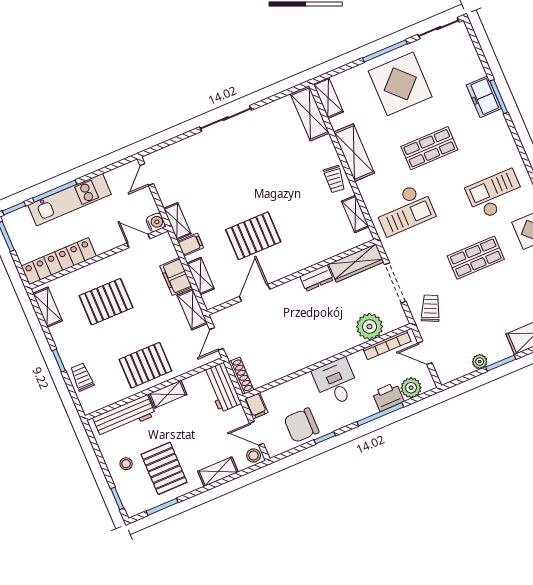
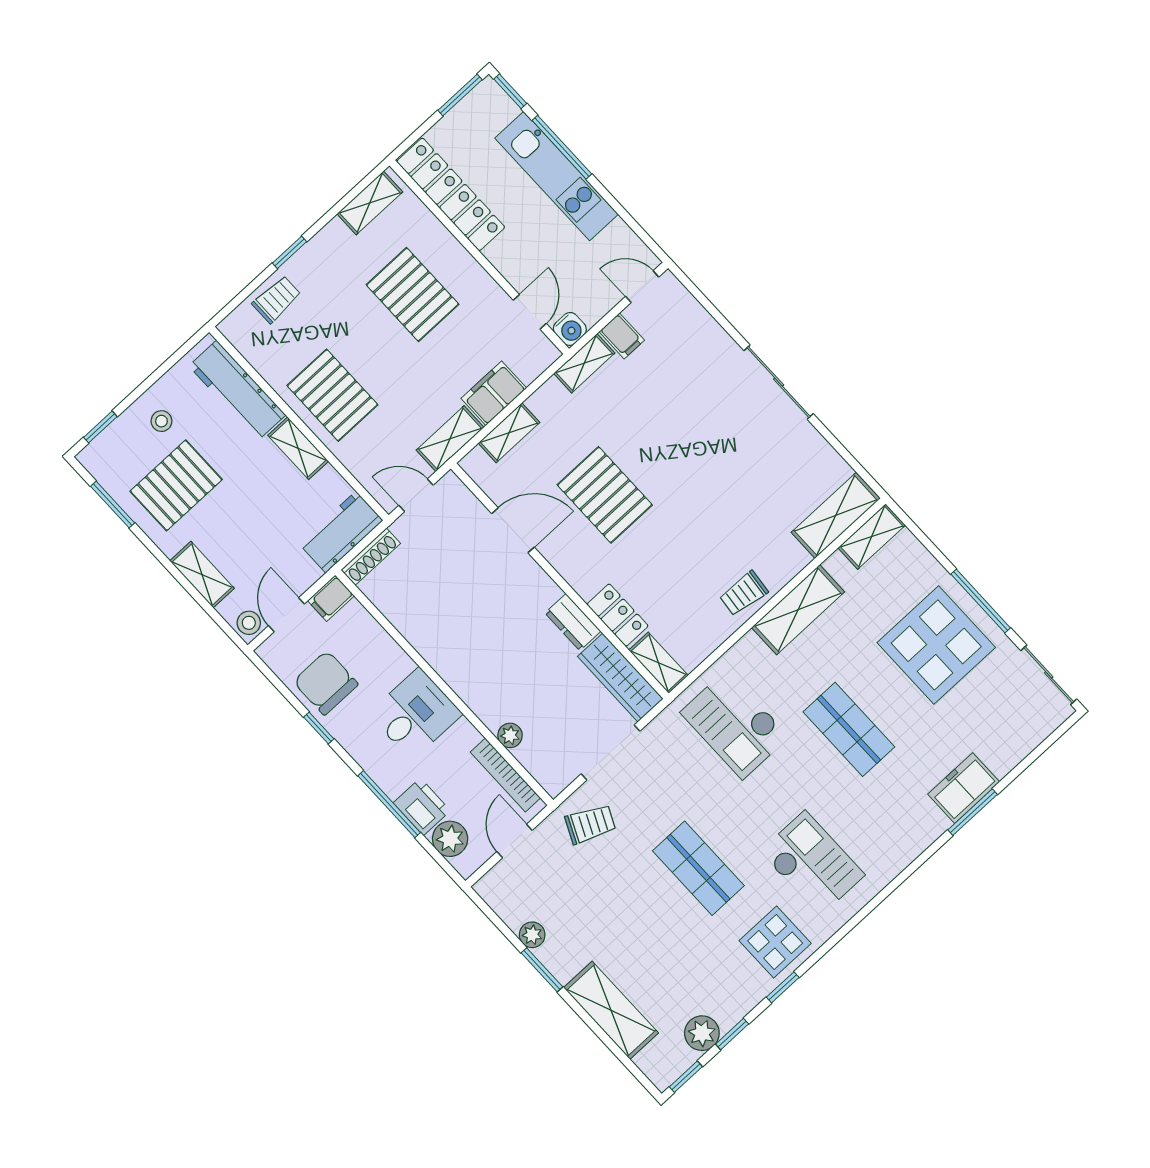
shelving: (355, 214) -> (658, 663), moved, turned 90
filing cabinet: (191, 245) -> (622, 336), moved
locker: (322, 252) -> (618, 615), added
plant: (370, 327) -> (510, 735), width x0.53, depth x0.53

